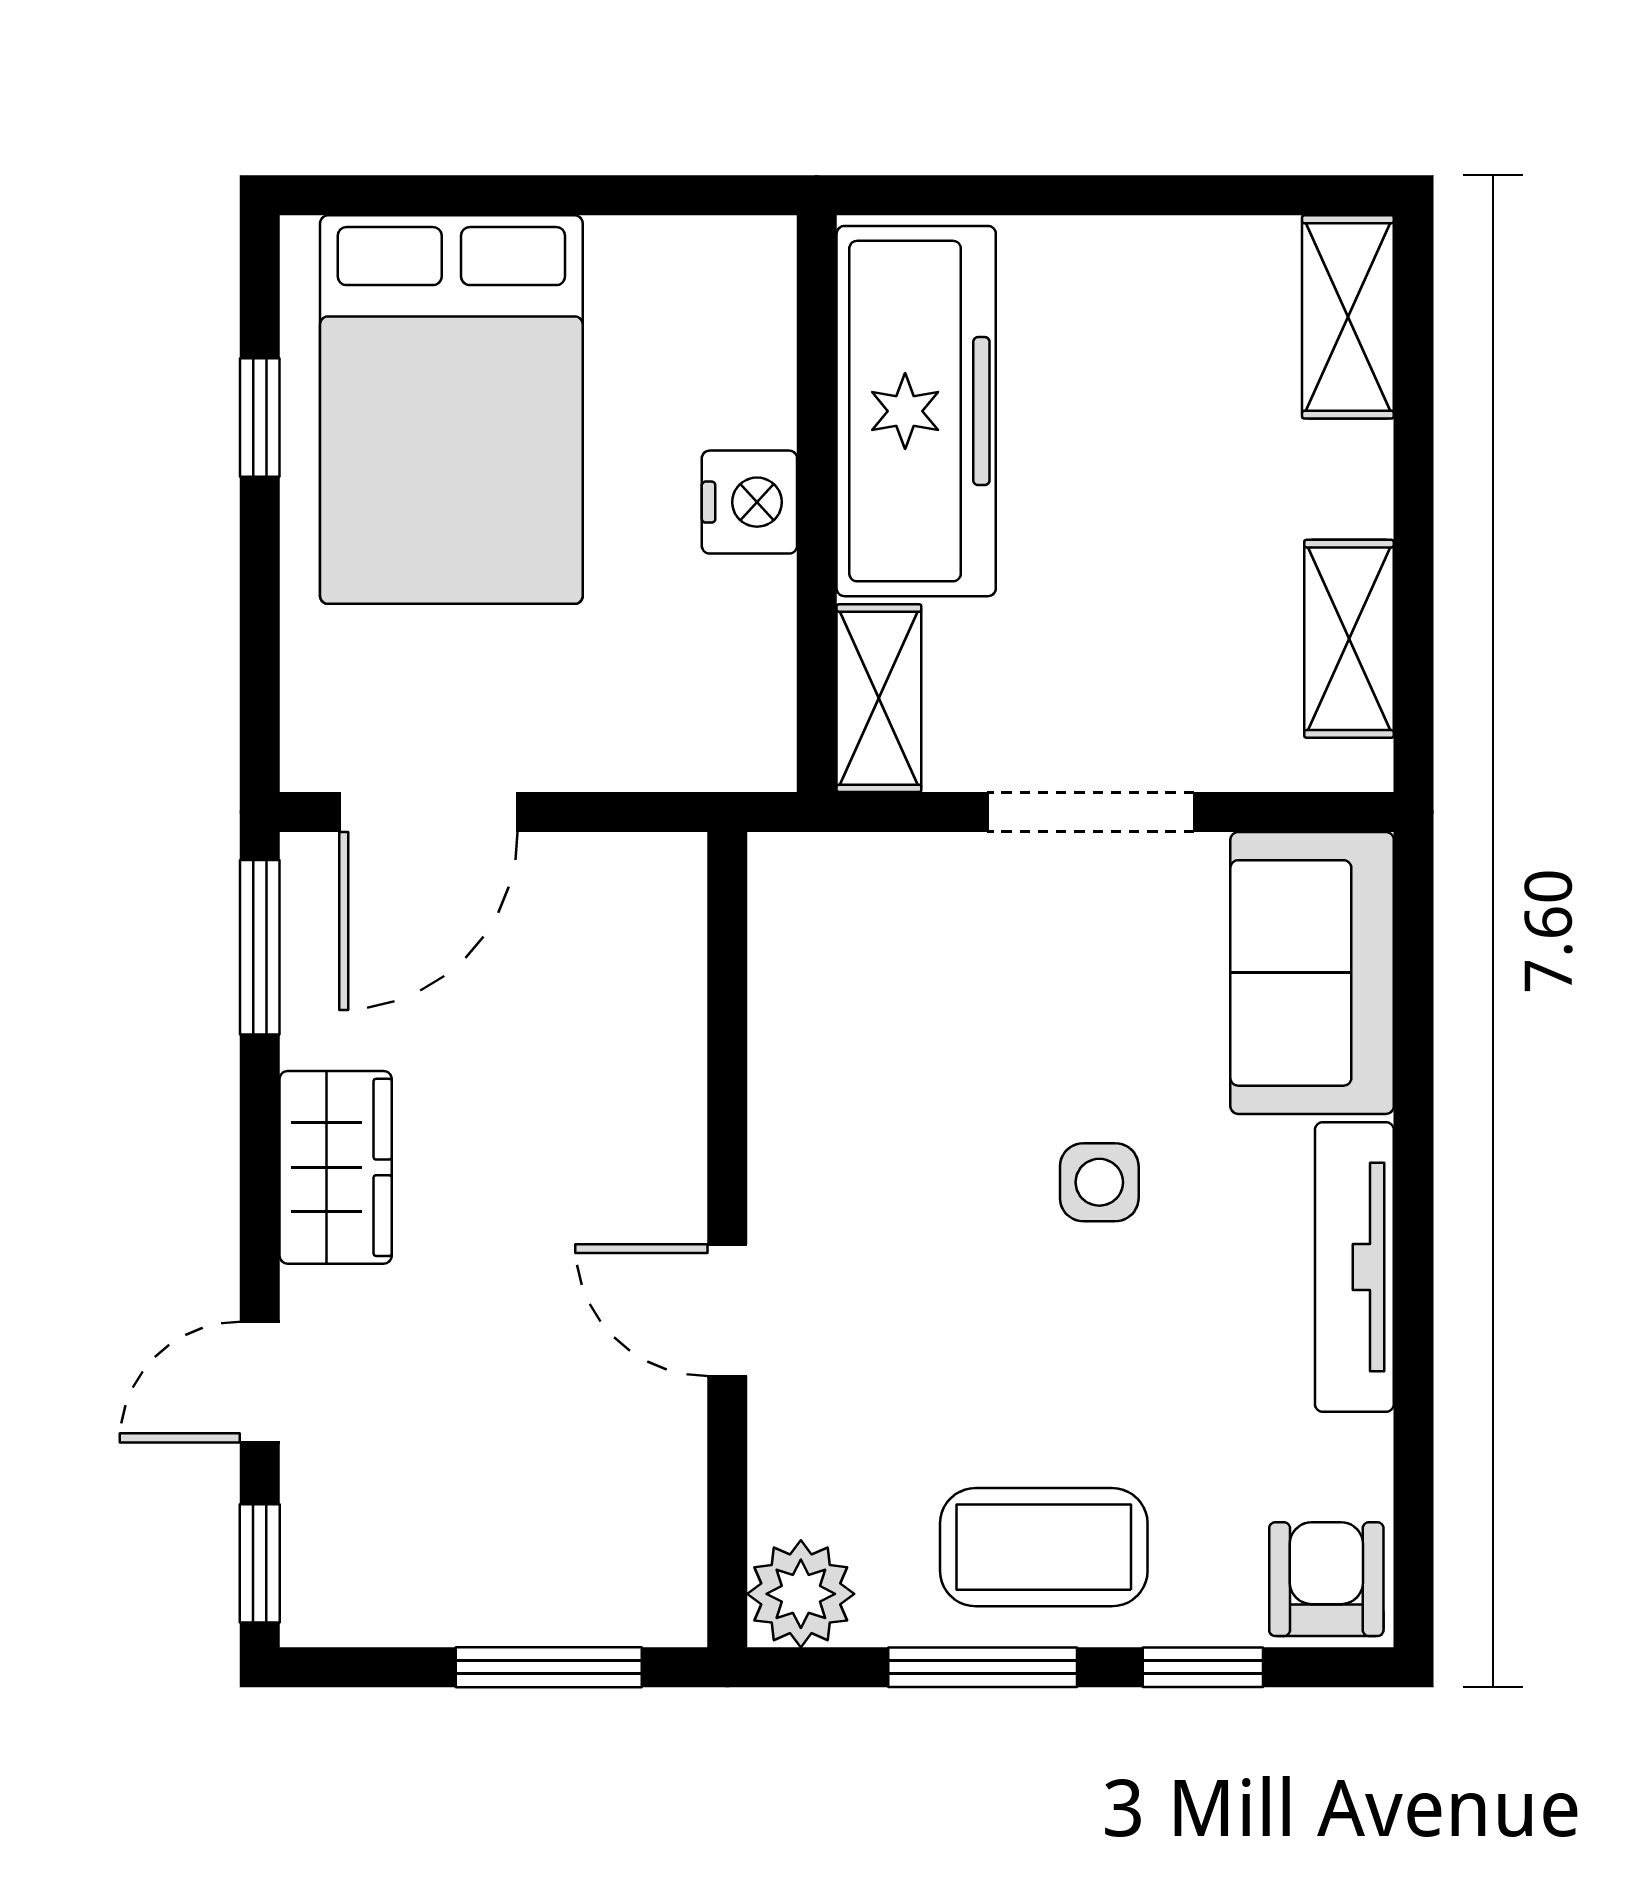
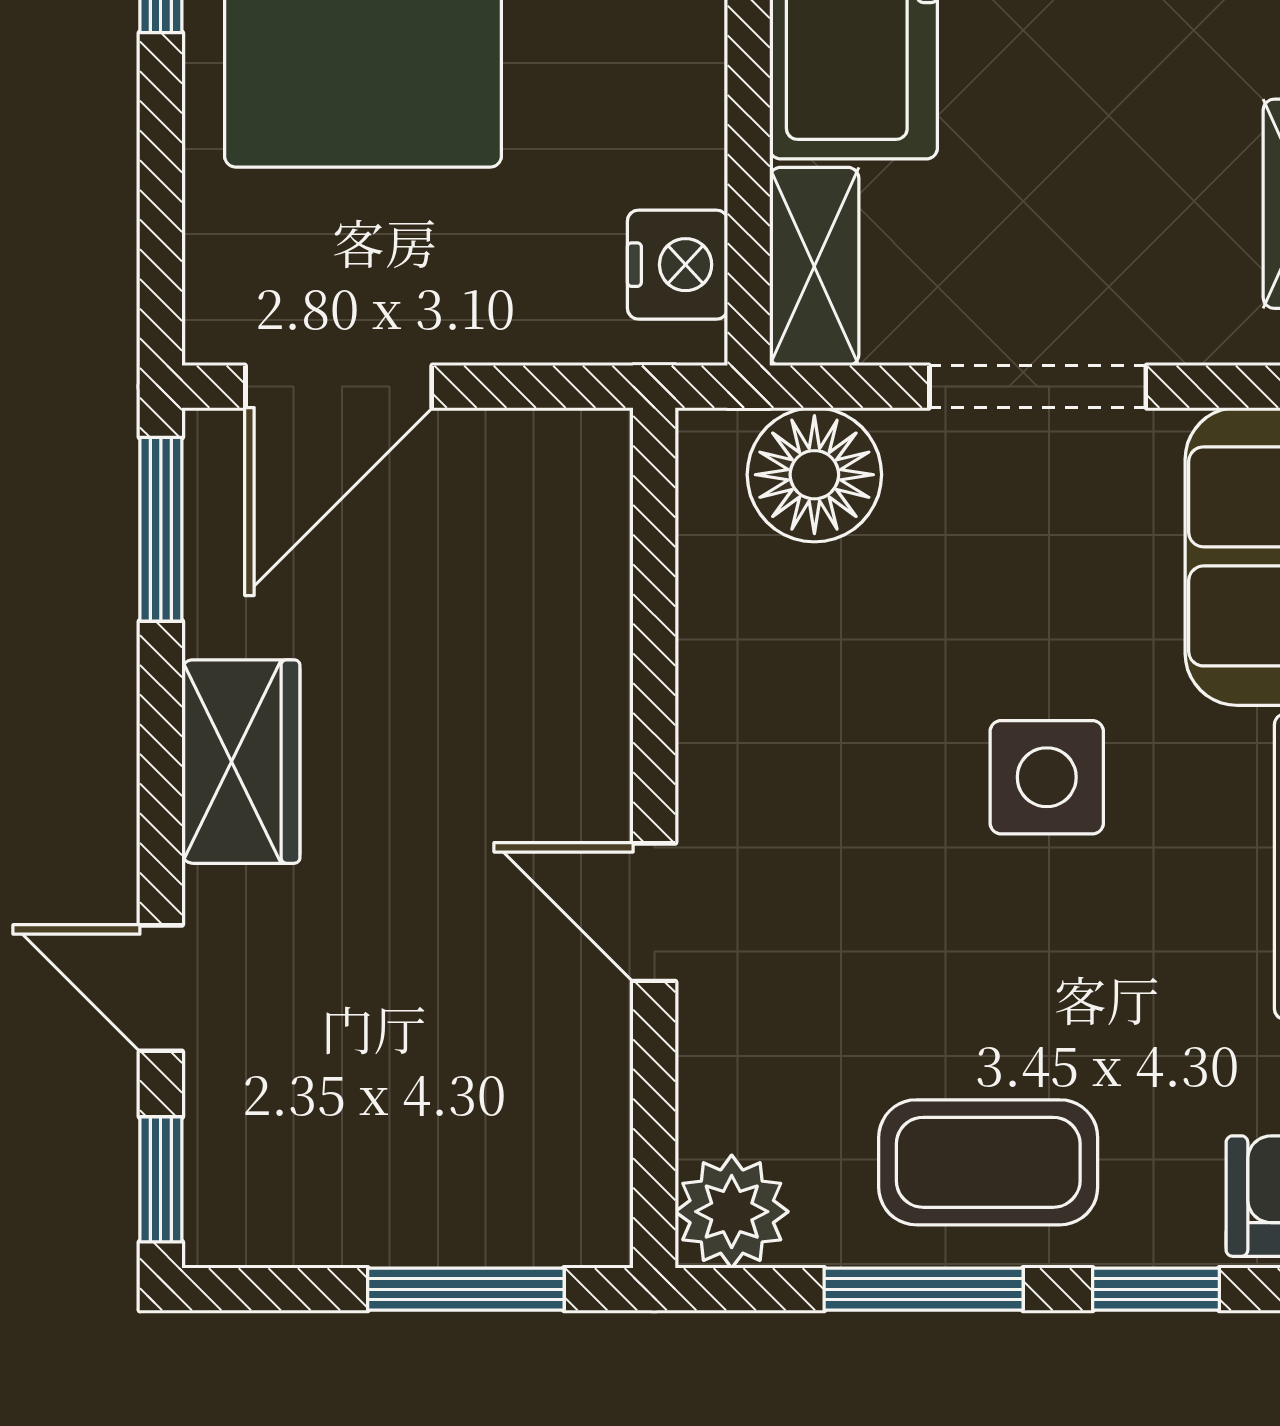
nightstand: (749, 502) -> (678, 265), moved
floor lamp: (879, 896) -> (814, 475), added
side table: (1099, 1182) -> (1047, 777), width x1.37, depth x1.37
door: (260, 1382) -> (161, 988), hinge flipped

